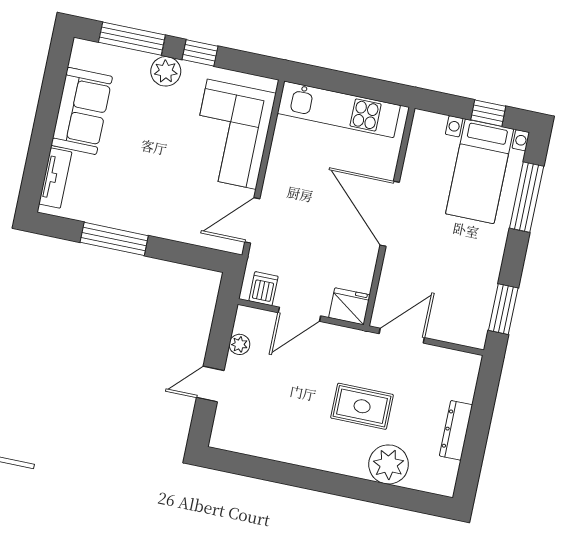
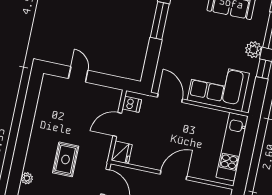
door: (390, 214) -> (174, 175), width x0.73
door: (299, 314) -> (117, 124), hinge flipped
plant: (239, 344) -> (100, 91), removed
plant: (389, 464) -> (27, 178), width x0.53, depth x0.53

